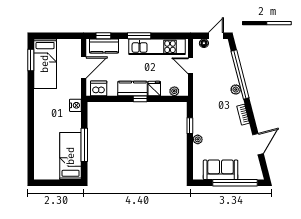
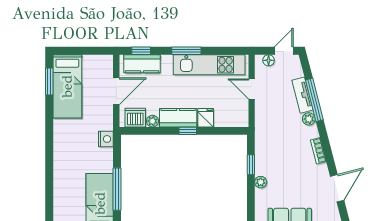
tv unit: (231, 71) -> (302, 95), added
window: (240, 74) -> (314, 100), width x0.68
plant: (174, 91) -> (152, 121), moved

